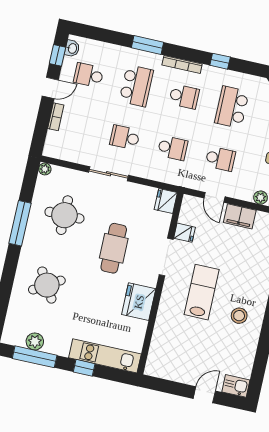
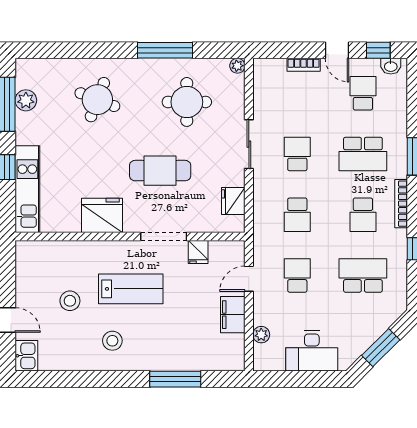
school desk: (220, 159) -> (297, 275), turned 180
fridge: (166, 201) -> (233, 201), moved, turned -90
round table: (47, 285) -> (97, 100), turned -38
stool: (200, 342) -> (70, 301), added

